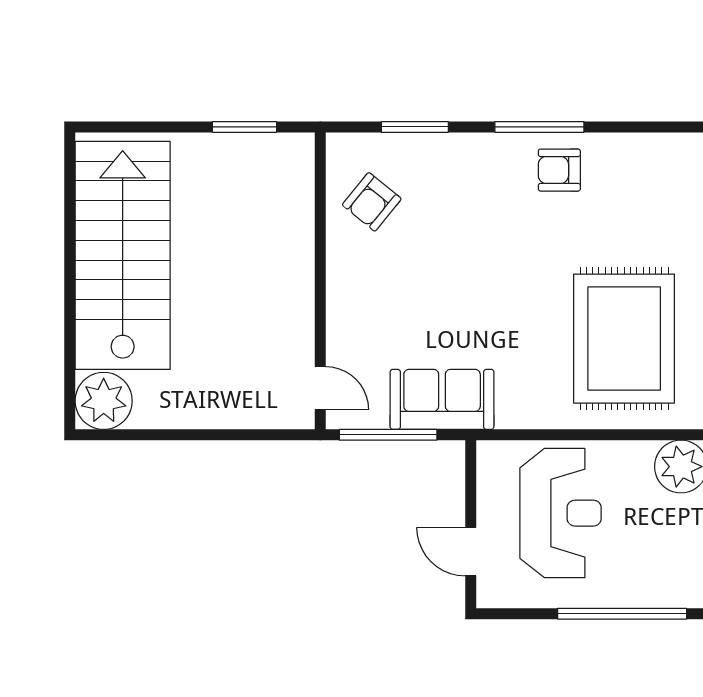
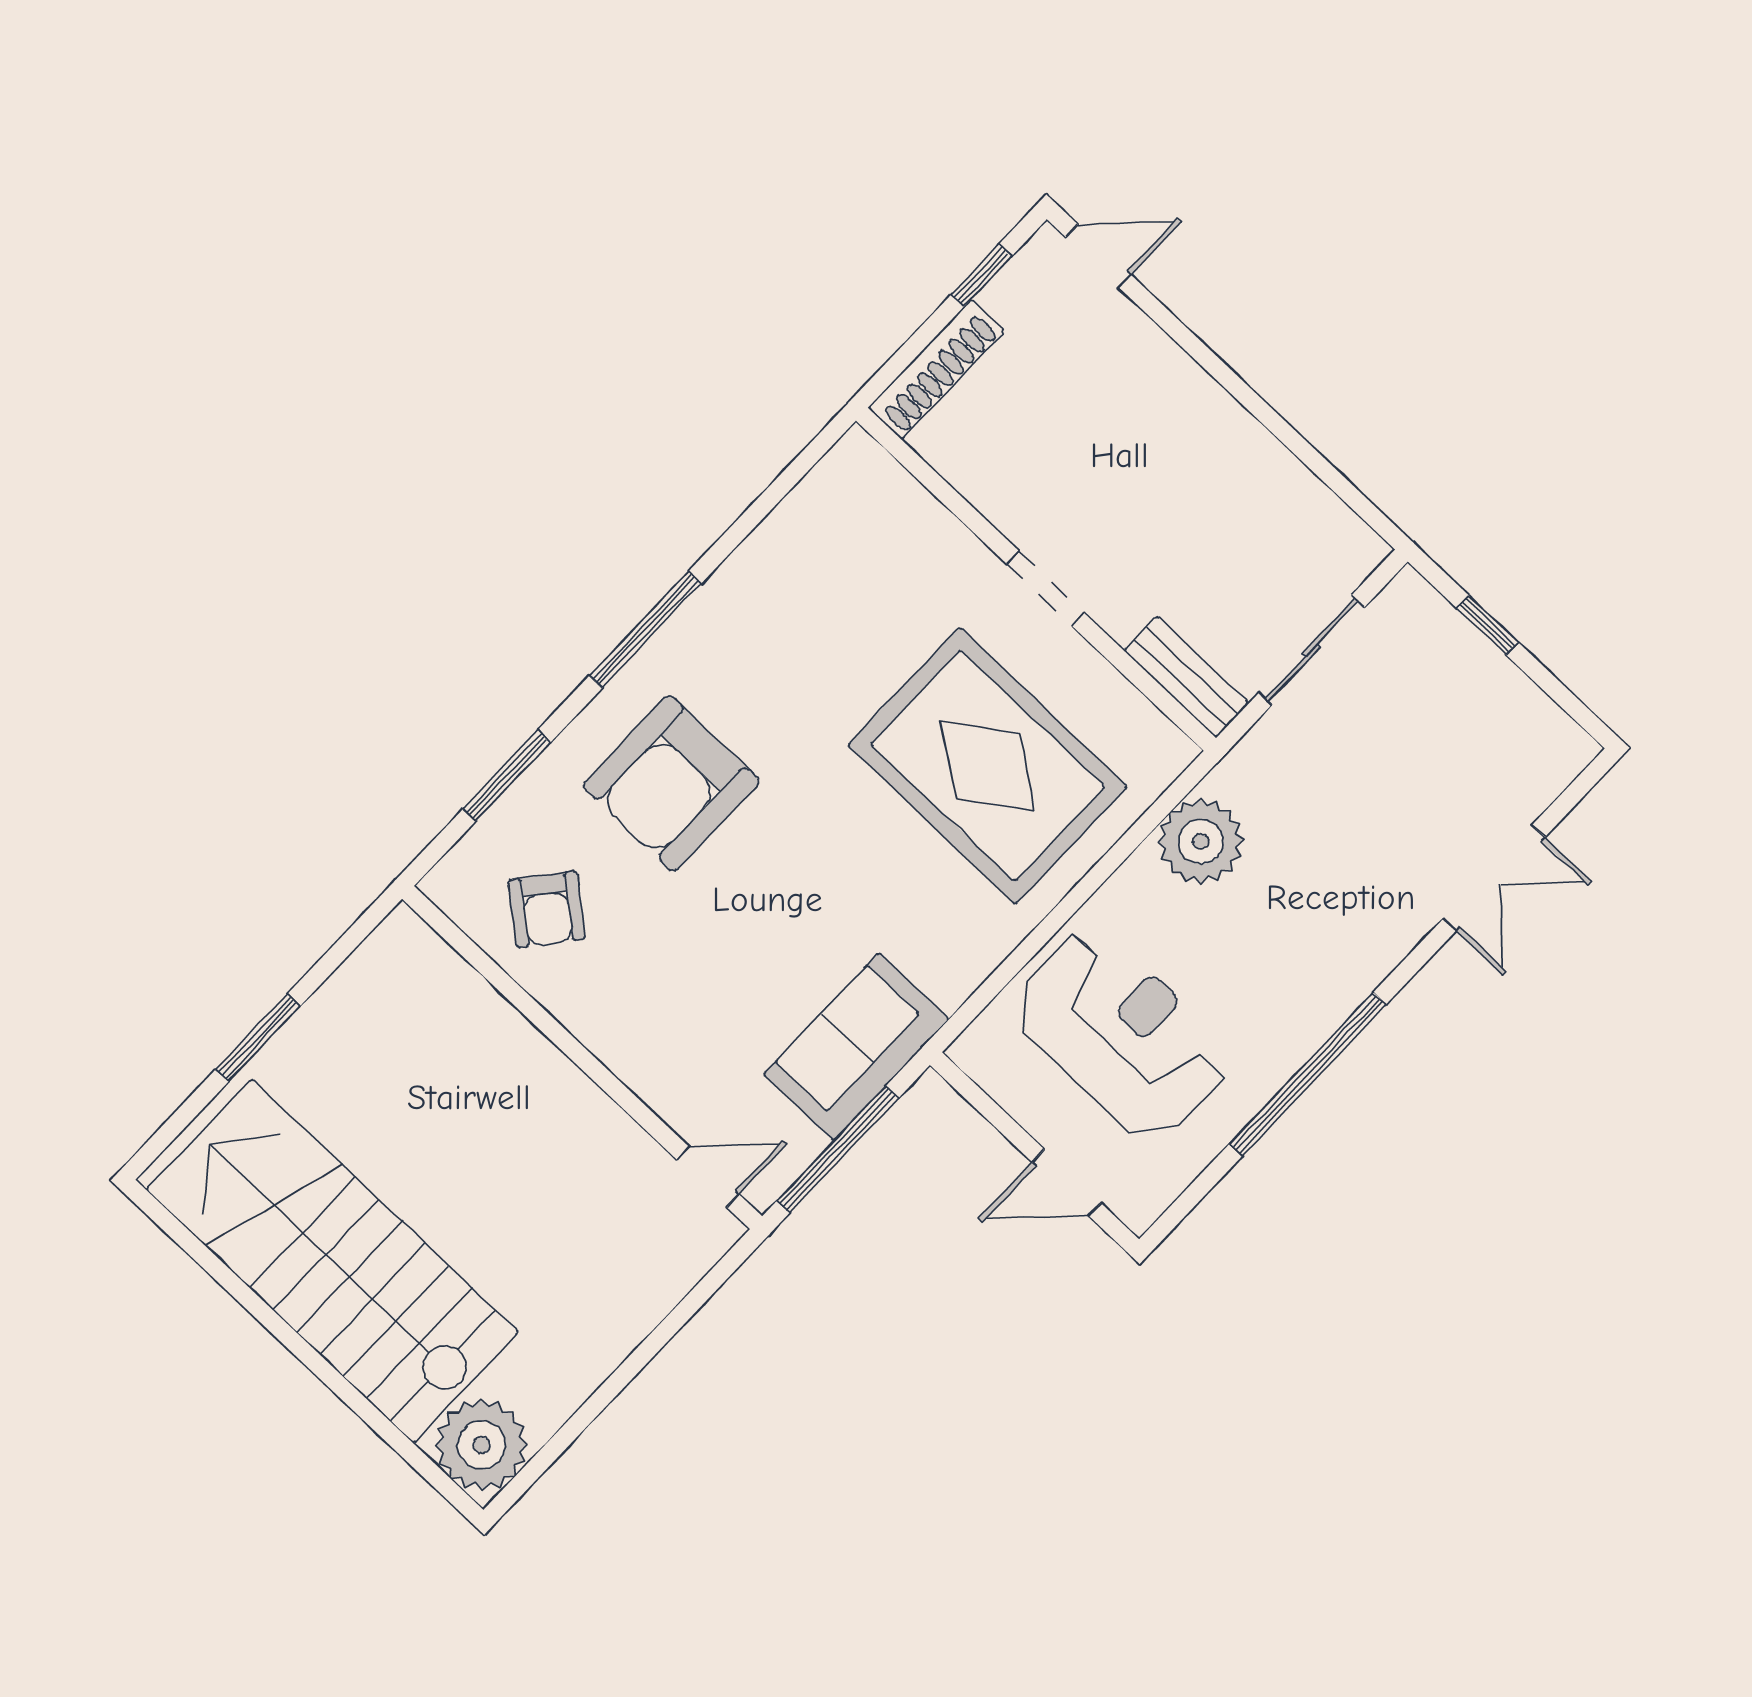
window: (245, 127) -> (258, 1038), moved
armchair: (559, 170) -> (671, 783), moved, width x1.88, depth x1.88

